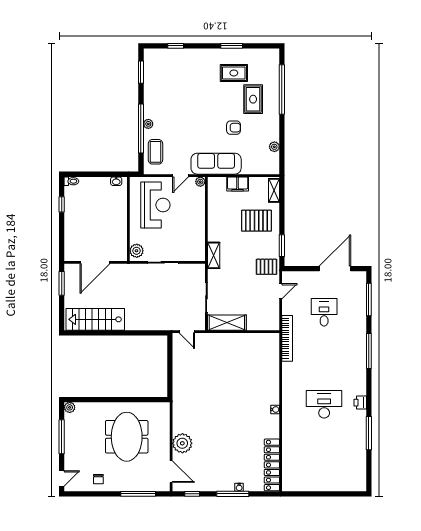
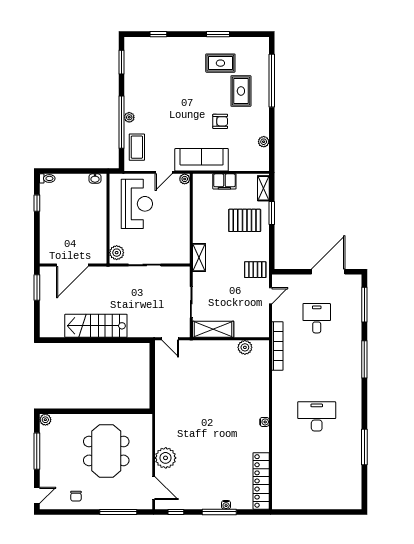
window: (282, 246) -> (272, 213), moved
stairs: (95, 319) -> (96, 326), moved
plant: (257, 340) -> (245, 347), added
printer: (360, 403) -> (355, 415), removed

